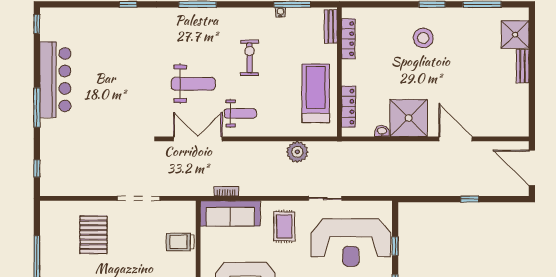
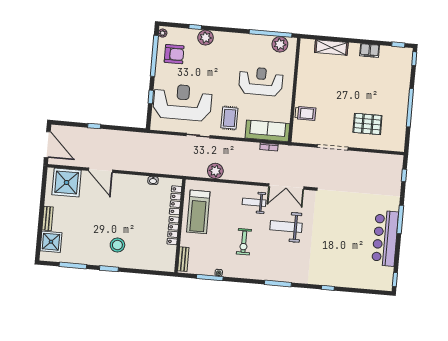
locker: (348, 39) -> (173, 231), moved
shower: (409, 118) -> (67, 182), moved
pallet: (93, 235) -> (367, 124), turned 90

